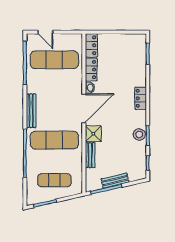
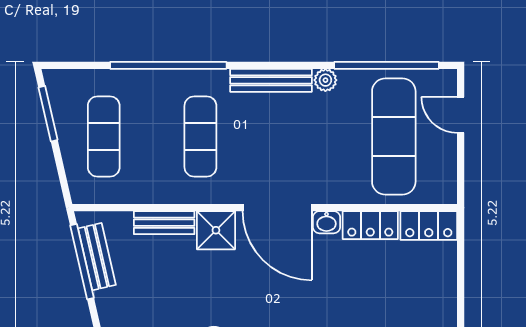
door: (45, 32) -> (461, 115), hinge flipped
plant: (31, 88) -> (325, 80), added
exercise mat: (54, 140) -> (200, 136), width x0.73, depth x0.69
bench: (115, 181) -> (97, 257), moved

